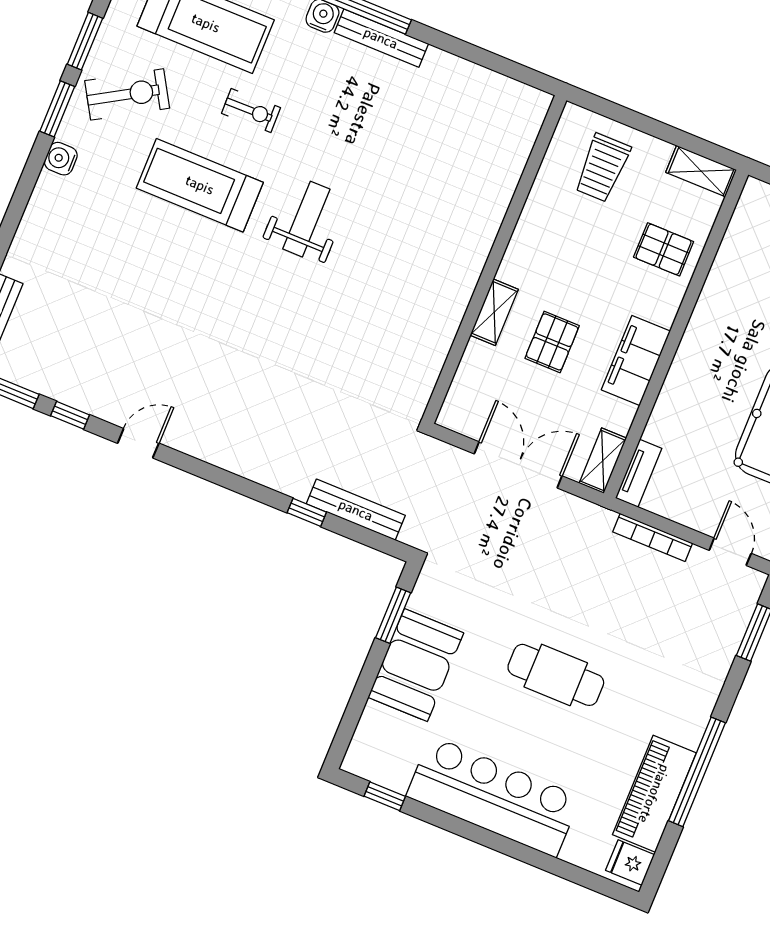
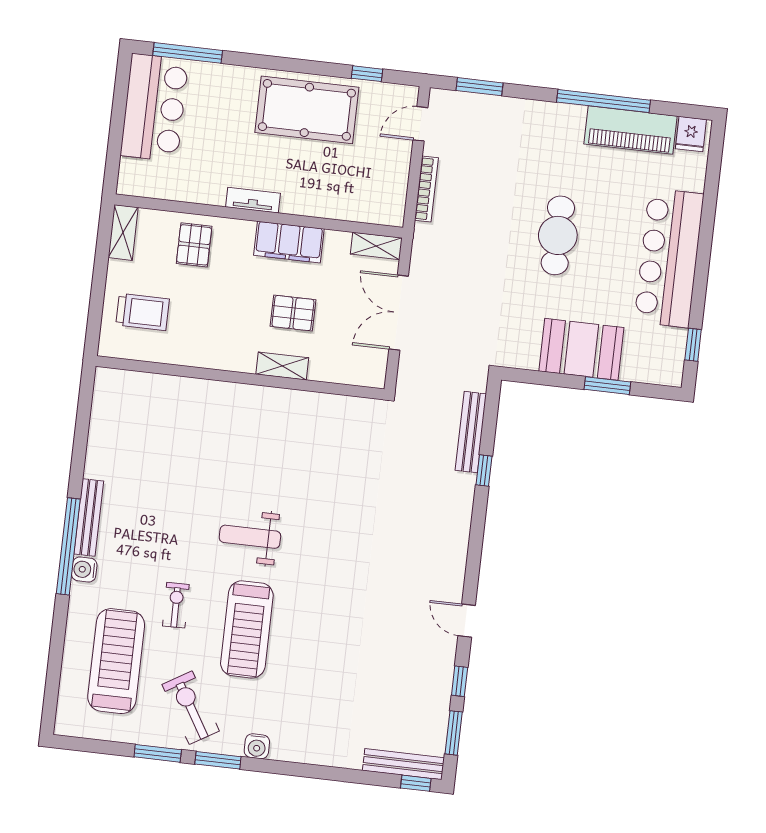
tv unit: (639, 473) -> (253, 200), moved
window: (393, 615) -> (607, 386), moved

